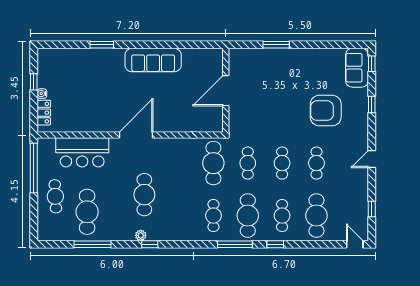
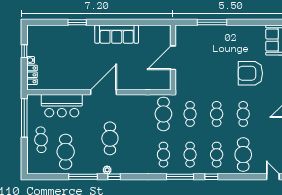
window: (276, 45) -> (212, 22), width x1.44
cafe table: (248, 216) -> (190, 155), width x0.73, depth x0.74
window: (92, 244) -> (83, 177), moved

